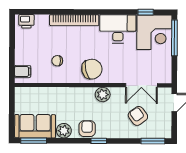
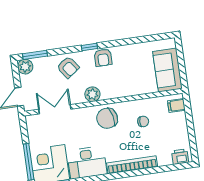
armchair: (138, 116) -> (68, 67), moved
sofa: (35, 126) -> (167, 70), moved, turned 90
plant: (64, 131) -> (25, 67), moved
window: (34, 141) -> (155, 38), removed

